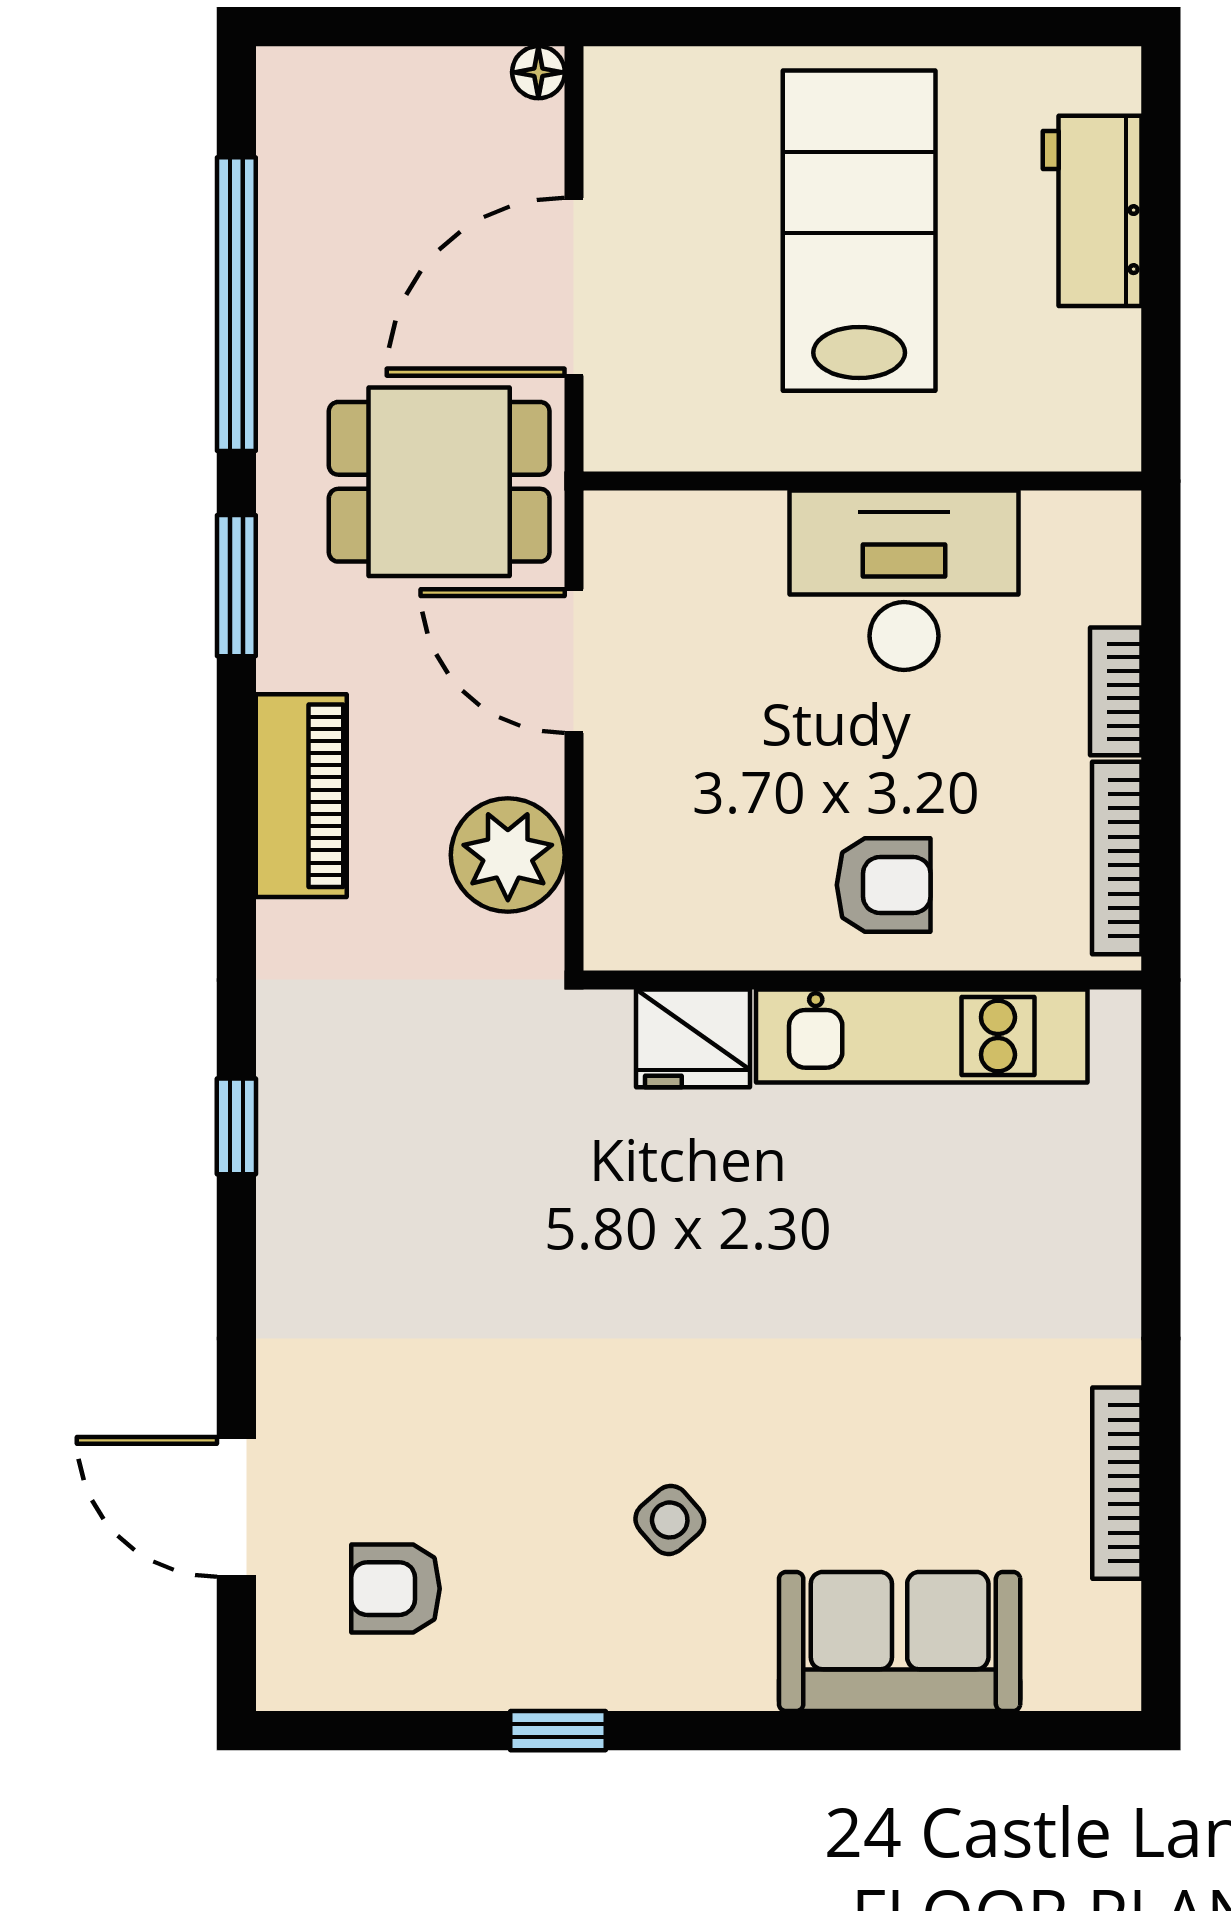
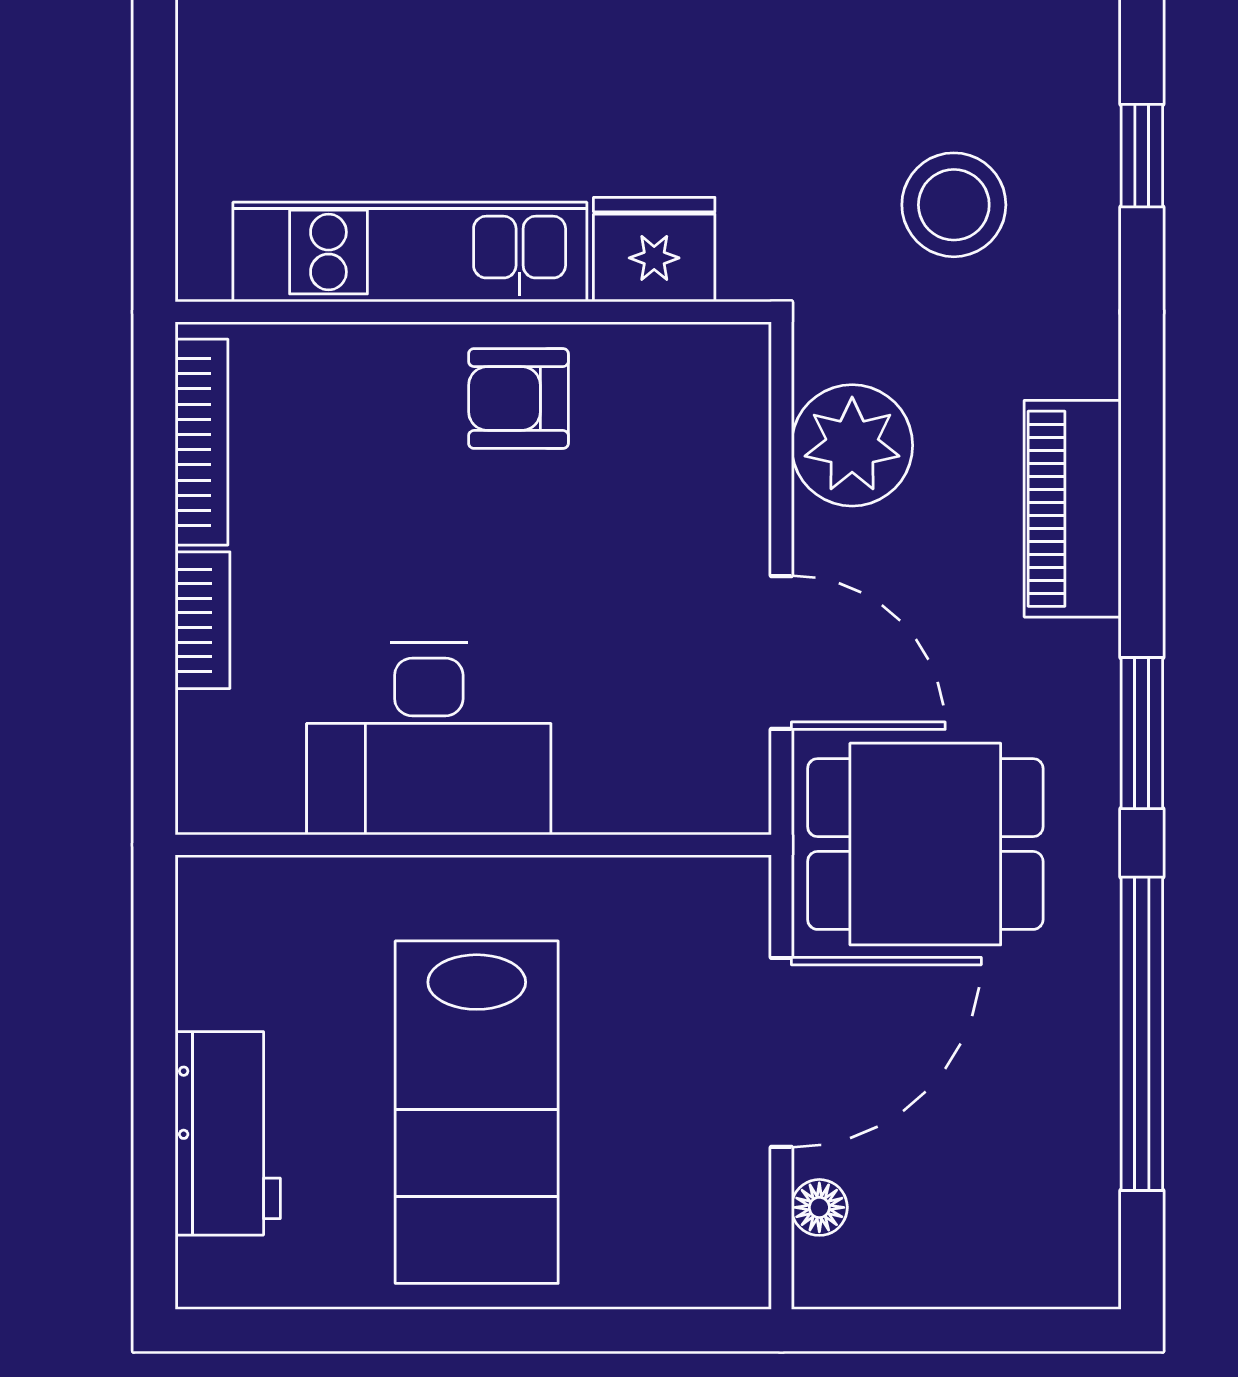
floor lamp: (538, 72) -> (819, 1207), moved
armchair: (884, 885) -> (519, 399), moved
stool: (412, 1080) -> (954, 205), added

